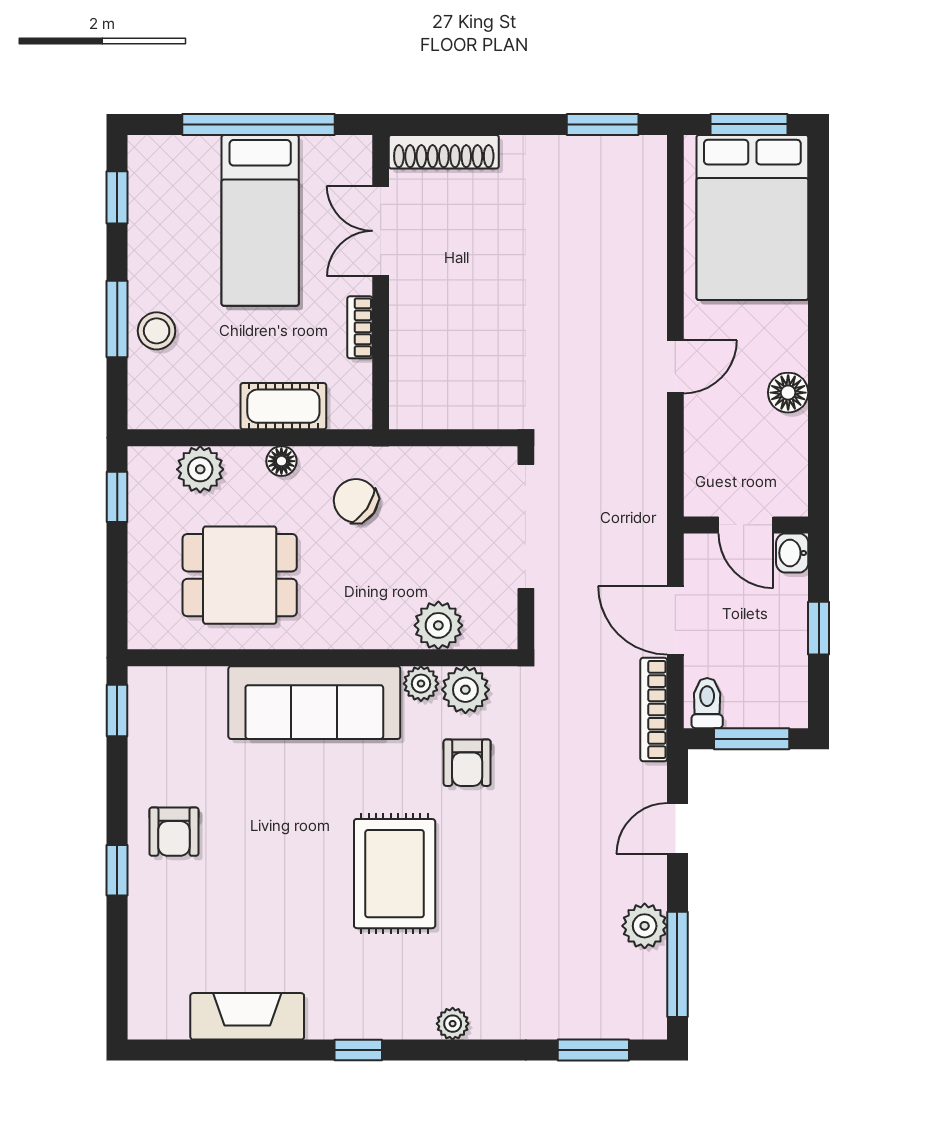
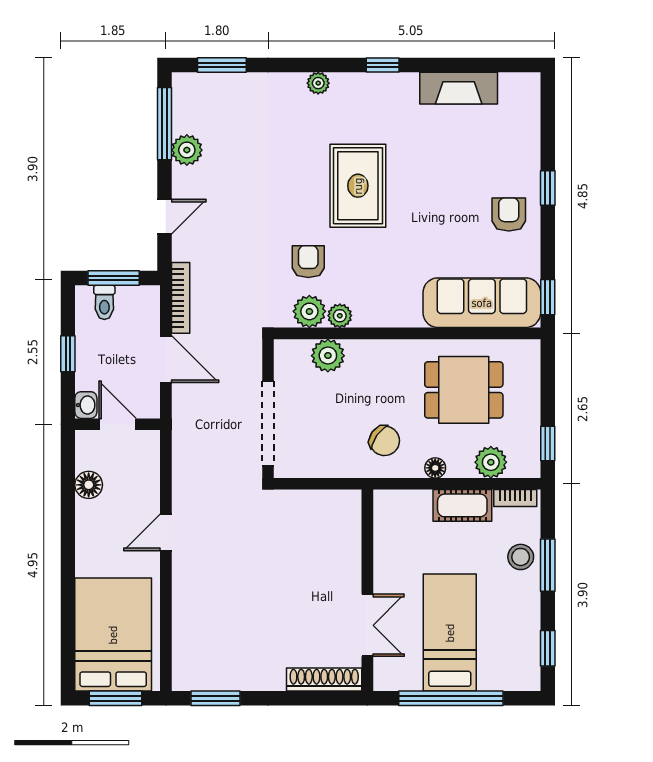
bookcase: (360, 327) -> (515, 498), moved, turned 90
floor lamp: (788, 393) -> (89, 485), moved
cot: (283, 406) -> (462, 505), moved
sofa: (314, 703) -> (482, 303), moved
toilet: (707, 703) -> (104, 302), moved

